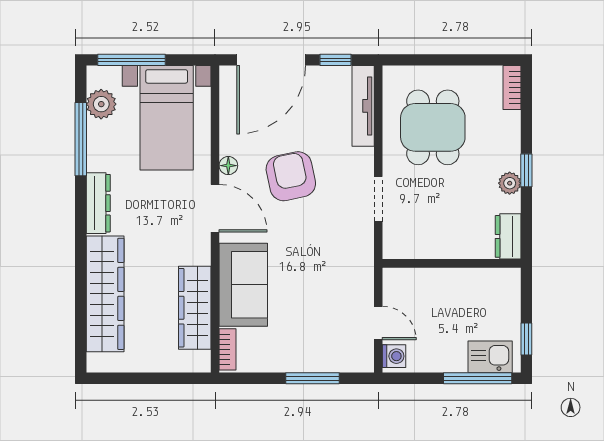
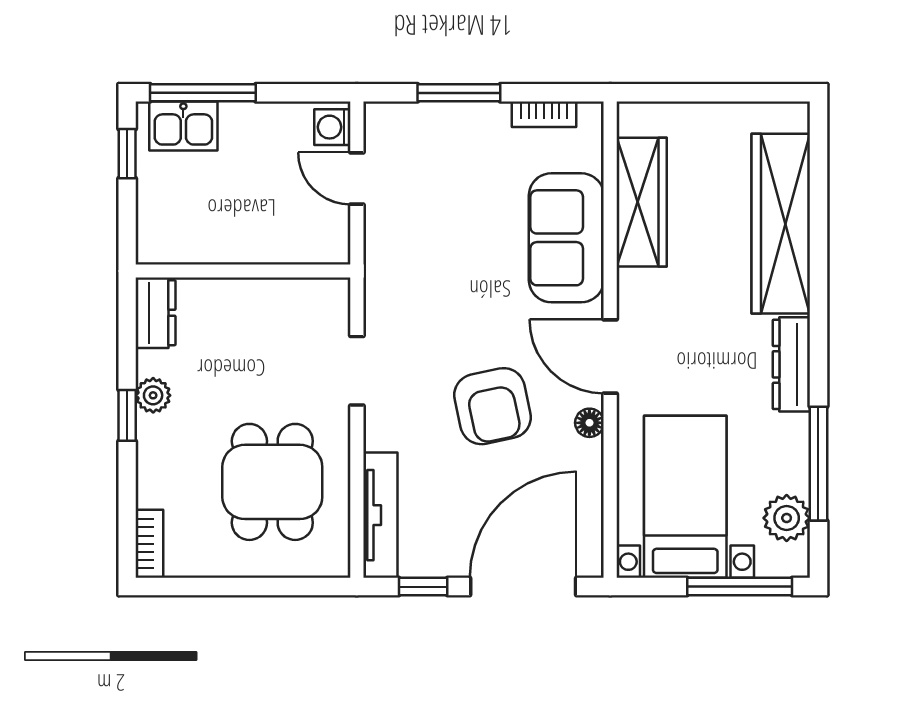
bookcase: (227, 349) -> (544, 114), moved, turned -90

